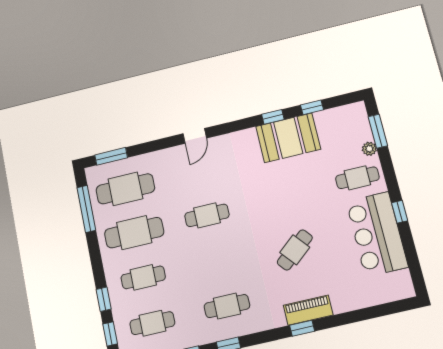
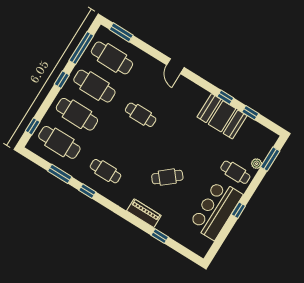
door: (195, 136) -> (175, 66), hinge flipped
cafe table: (143, 277) -> (77, 114), width x1.37, depth x1.35
window: (104, 299) -> (62, 80), moved
cafe table: (152, 323) -> (59, 142), width x1.37, depth x1.35
window: (302, 328) -> (160, 236), moved

